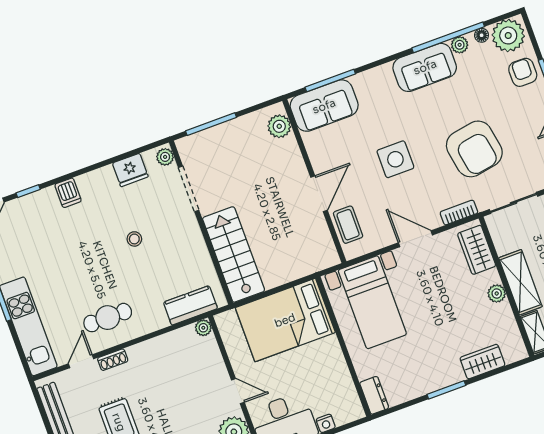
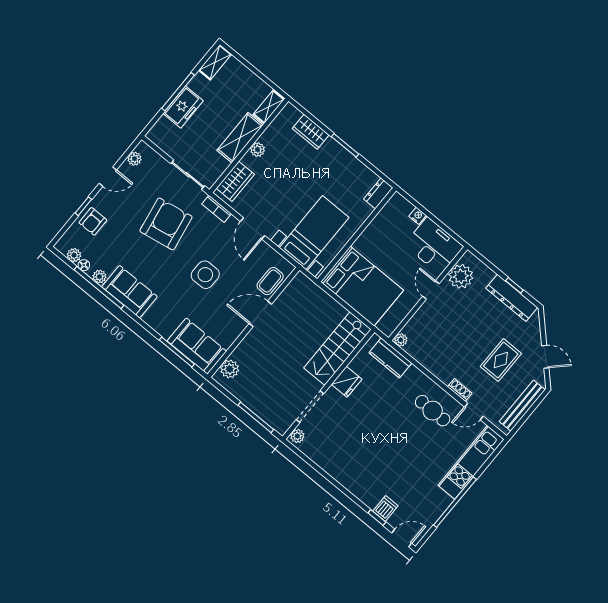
plant: (508, 35) -> (74, 255), width x0.53, depth x0.53
fridge: (130, 170) -> (347, 382), moved, turned 90
dishwasher: (68, 193) -> (385, 509), moved
stool: (134, 239) -> (367, 424), removed

